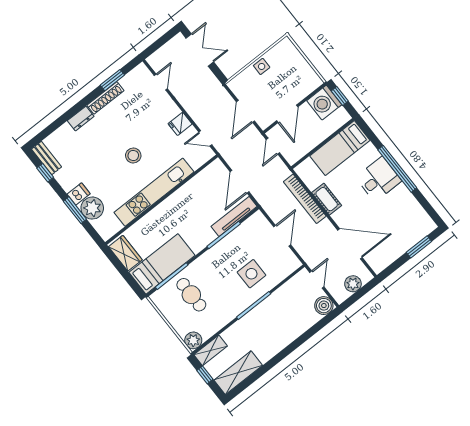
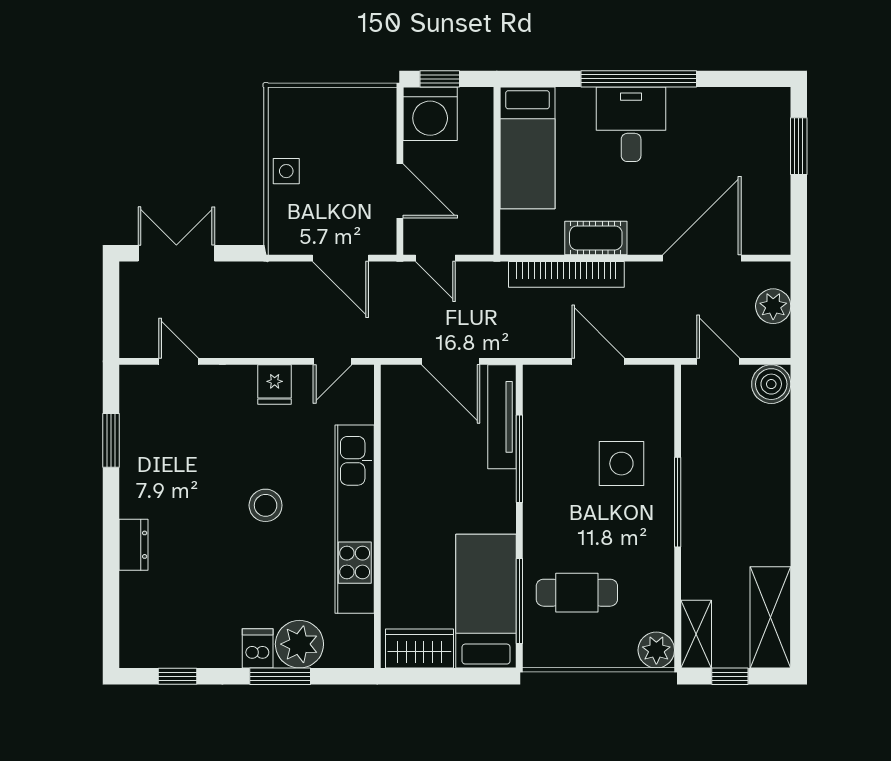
shoe rack: (105, 98) -> (132, 476), removed
bench: (46, 158) -> (154, 655), removed

